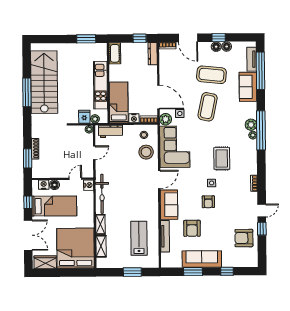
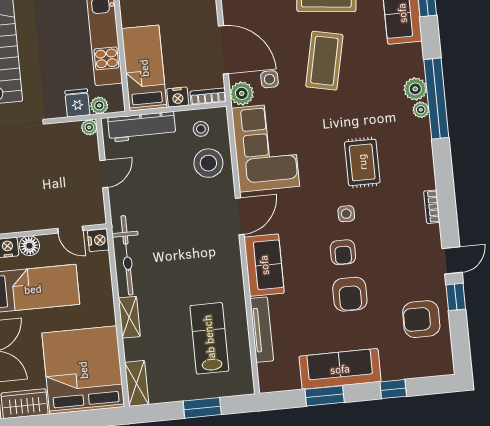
workbench: (110, 131) -> (142, 127), width x1.37
door: (75, 179) -> (70, 230), swing flipped
armchair: (192, 228) -> (350, 294), moved
shelving: (101, 246) -> (137, 383), moved

